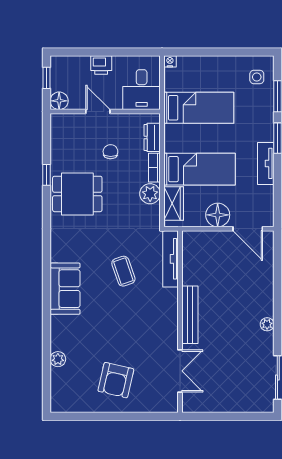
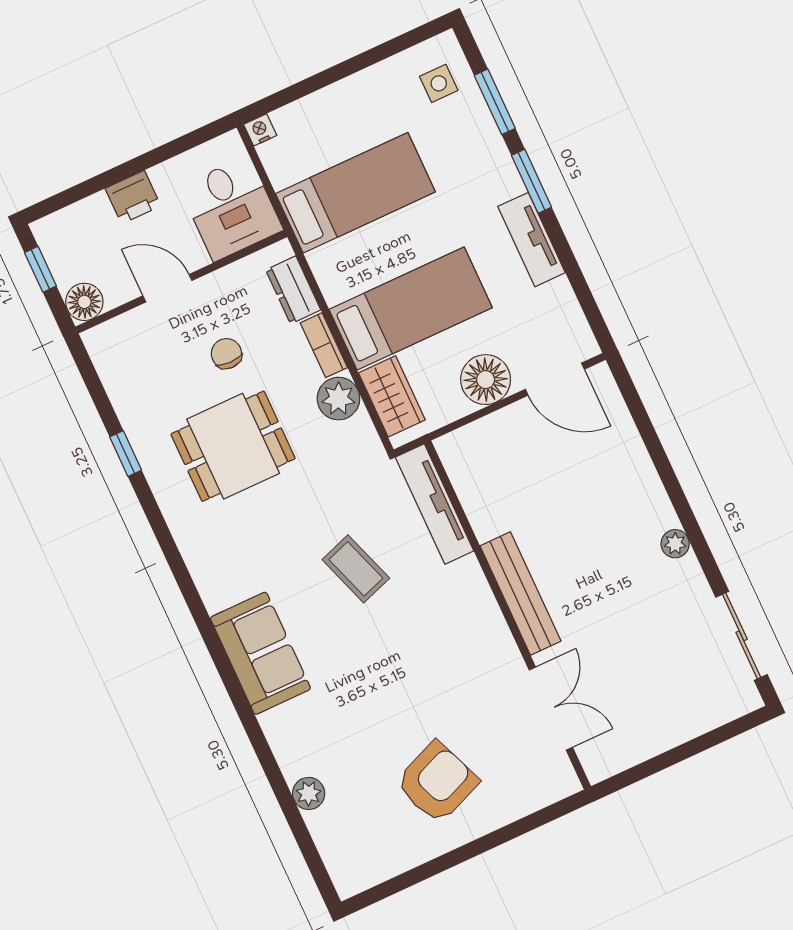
dining table: (77, 194) -> (233, 446), moved
armchair: (116, 380) -> (437, 782), turned -125

